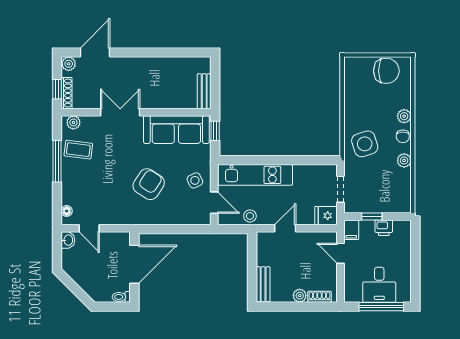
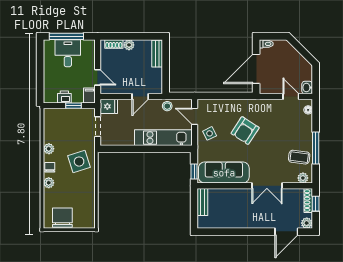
chair: (386, 71) -> (62, 218), turned 90

